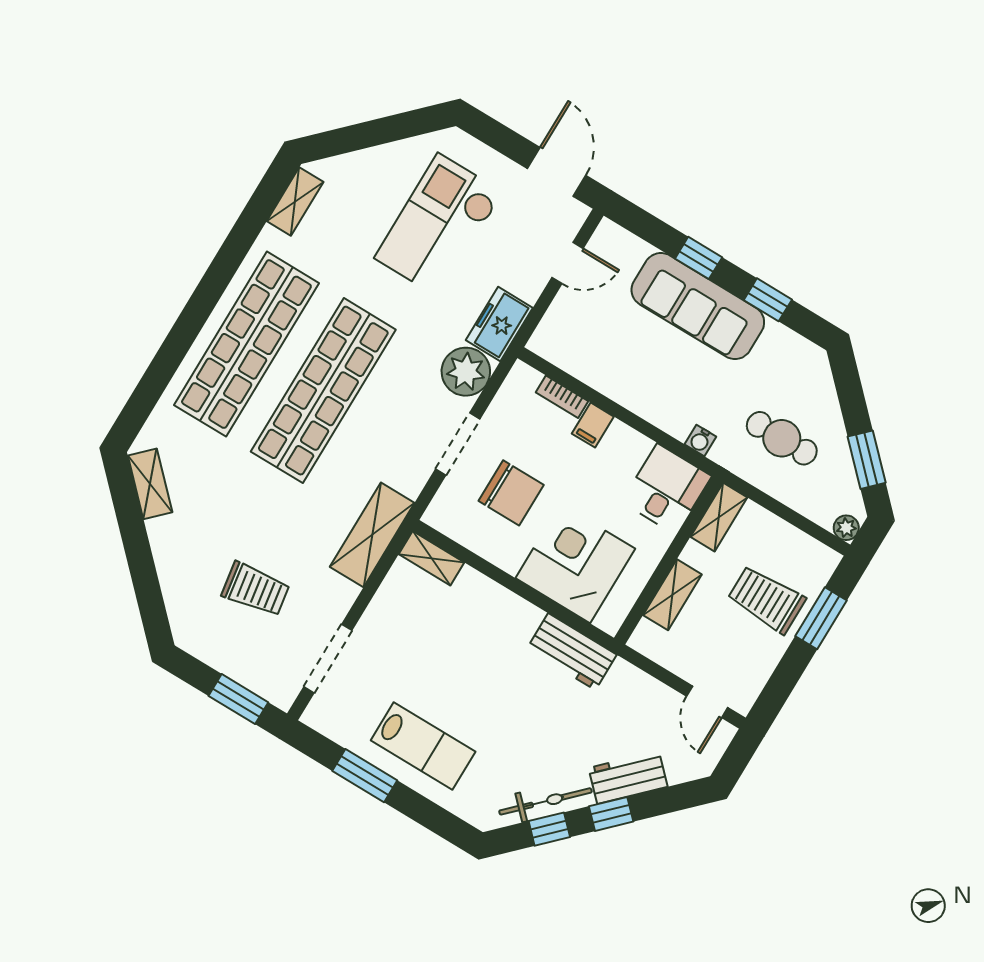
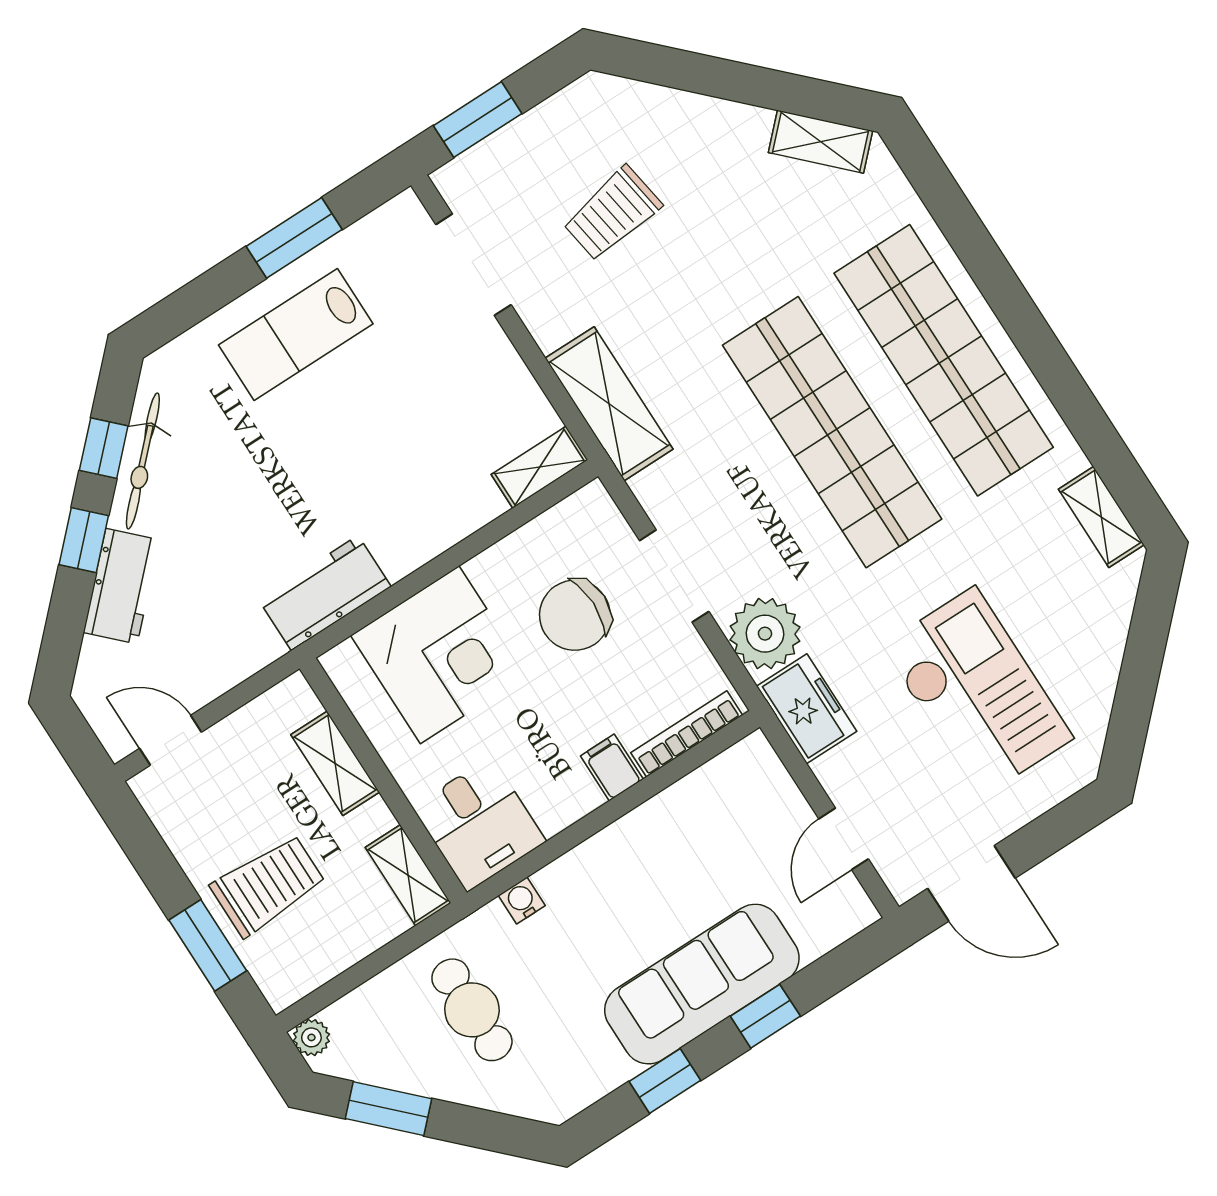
bookcase: (562, 397) -> (687, 734), width x1.56
cafe table: (782, 438) -> (472, 1010), turned 90

